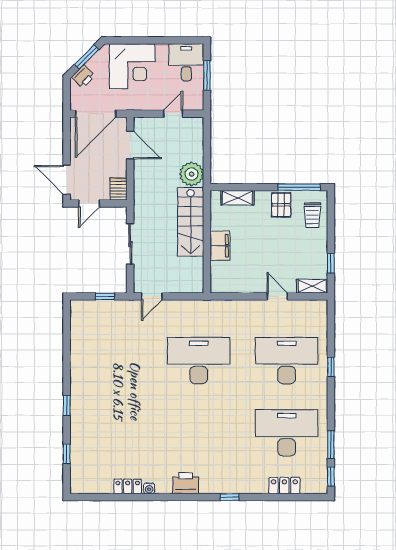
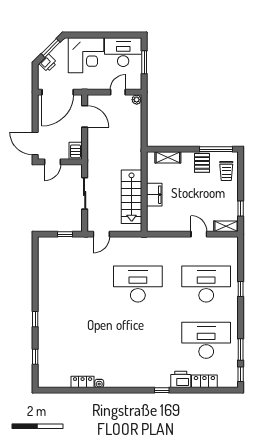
desk: (186, 62) -> (123, 52), width x1.37
plant: (192, 174) -> (137, 100), moved, width x0.53, depth x0.53
stairs: (191, 222) -> (132, 197), moved
printer: (186, 483) -> (181, 379), moved

